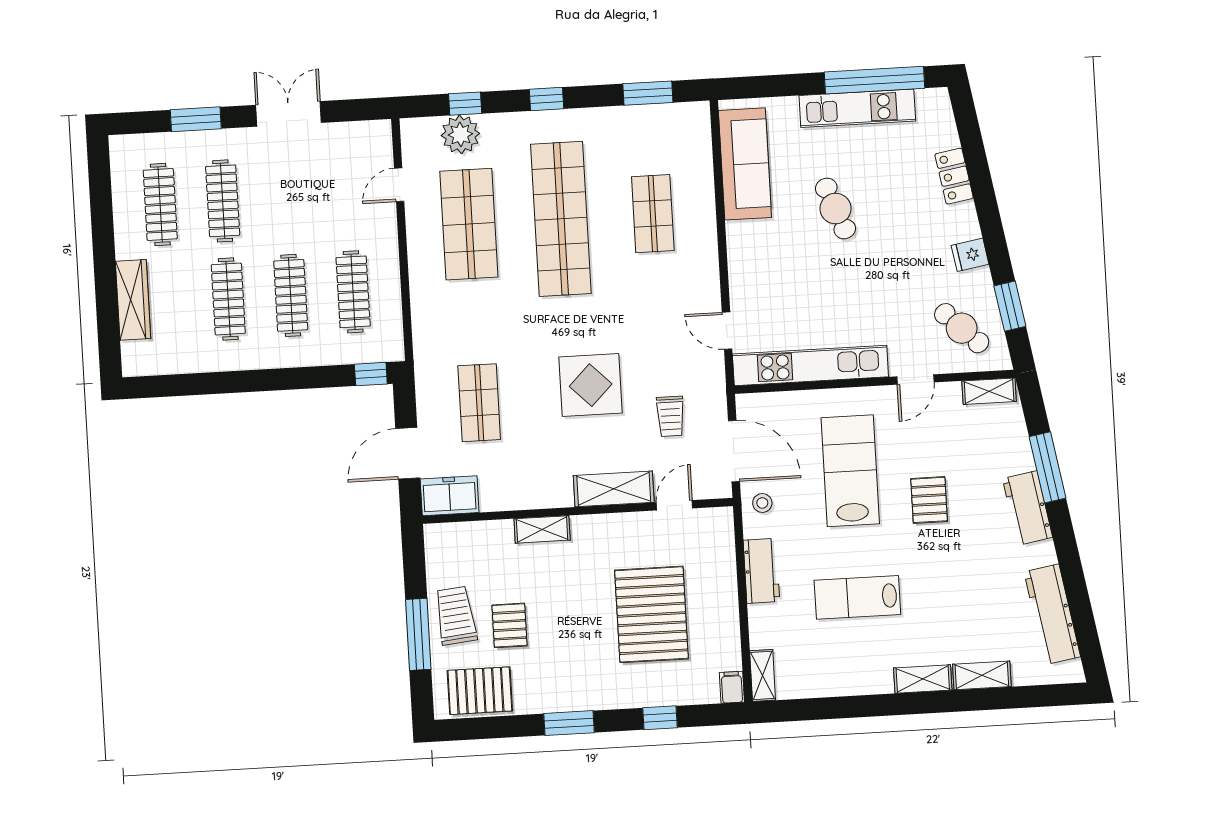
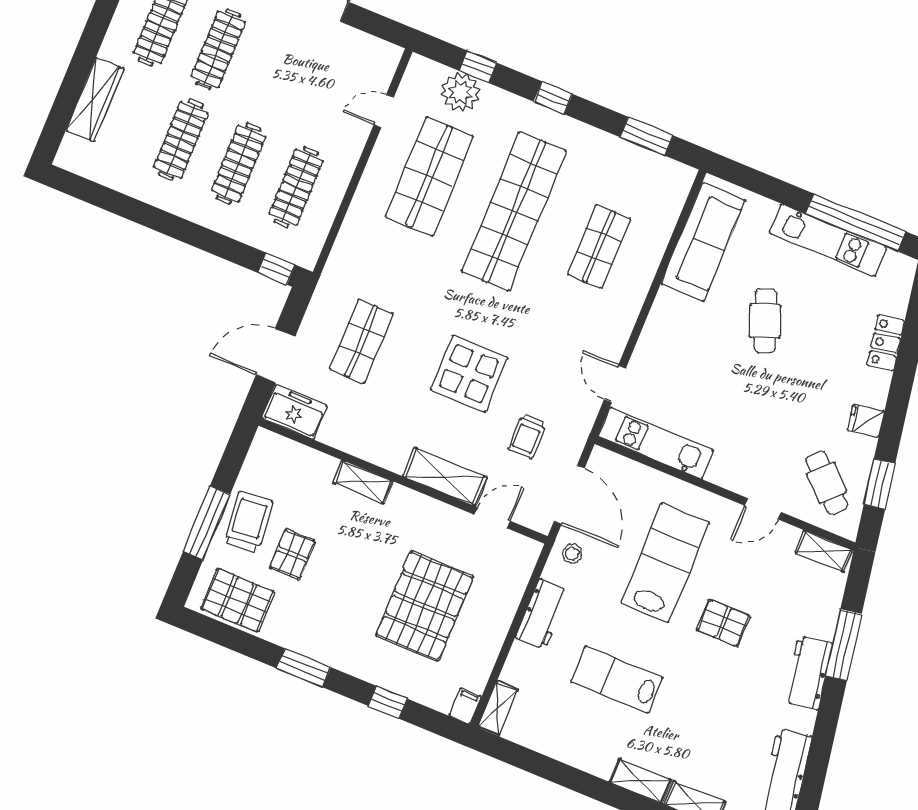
kitchen unit: (810, 365) -> (656, 443), width x0.73
pallet: (929, 500) -> (723, 623), turned 90

